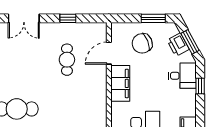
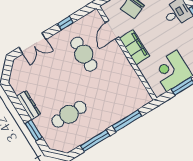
cafe table: (67, 60) -> (84, 54), width x1.37, depth x1.35

